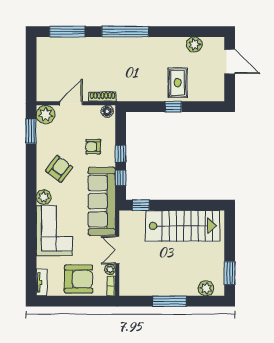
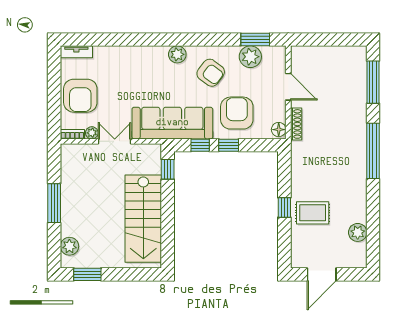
door: (230, 62) -> (322, 274), moved
plant: (46, 115) -> (250, 57), moved
armchair: (93, 147) -> (237, 113), width x1.88, depth x1.88
corner sofa: (54, 231) -> (138, 67), removed

